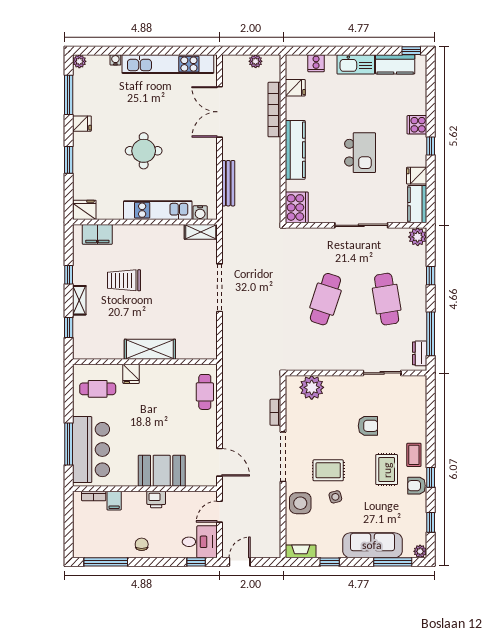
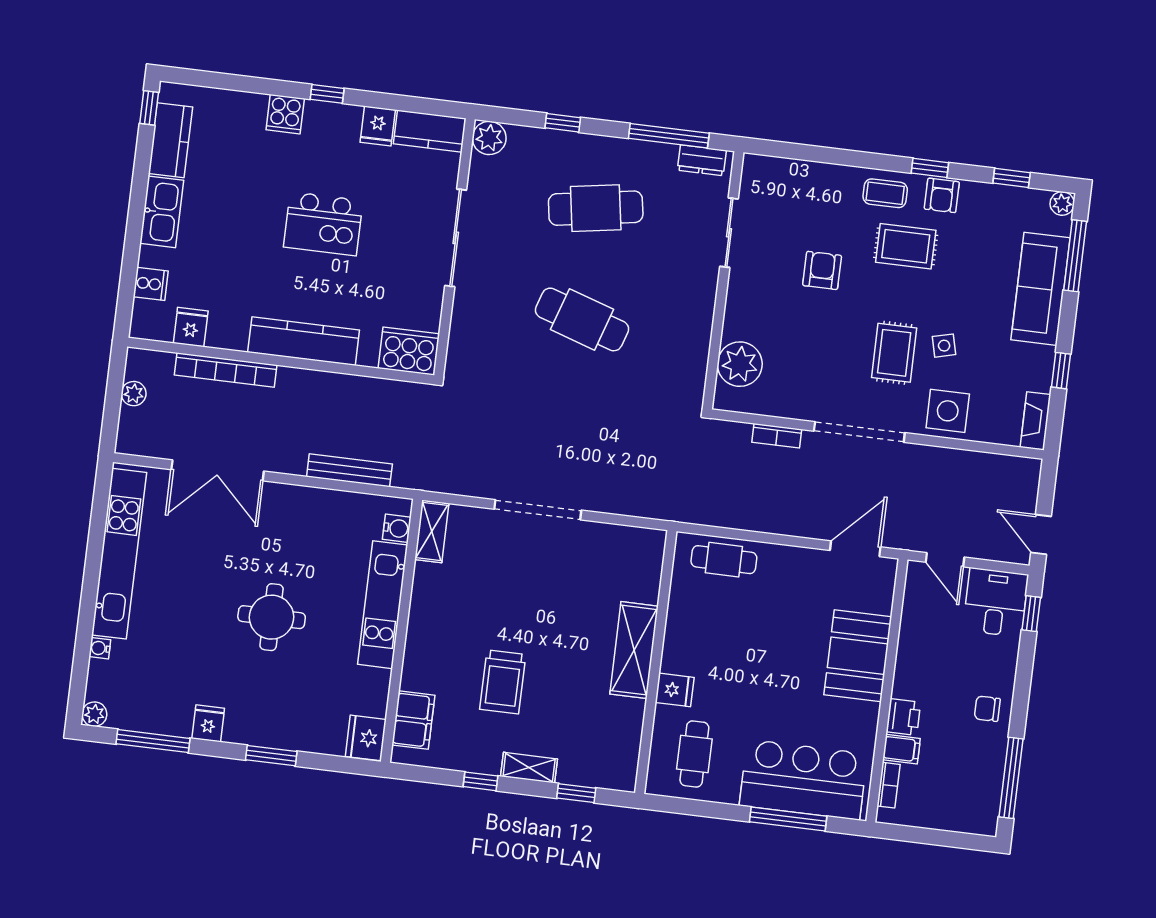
kitchen island: (360, 153) -> (323, 224), turned 180
printer: (156, 500) -> (903, 717), moved

